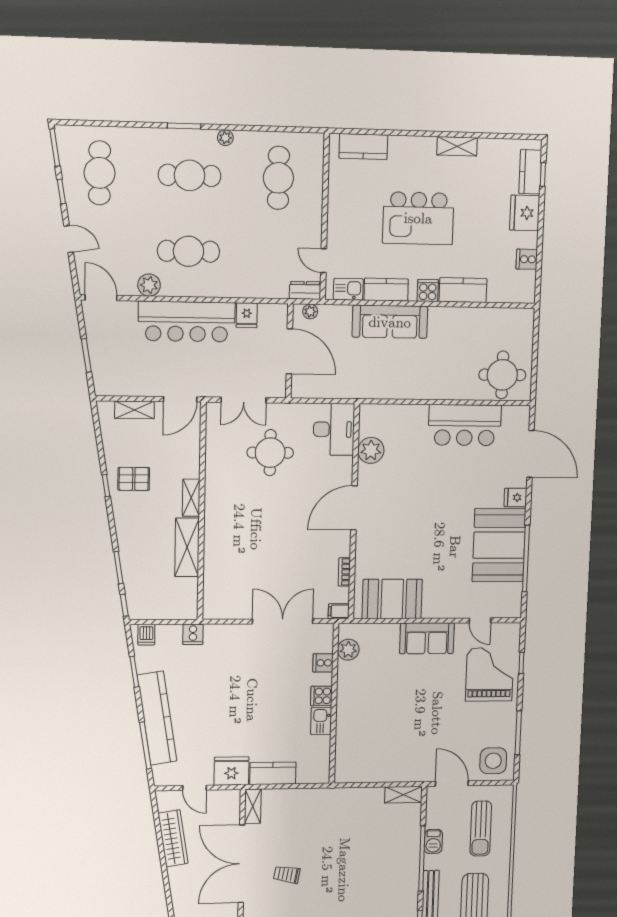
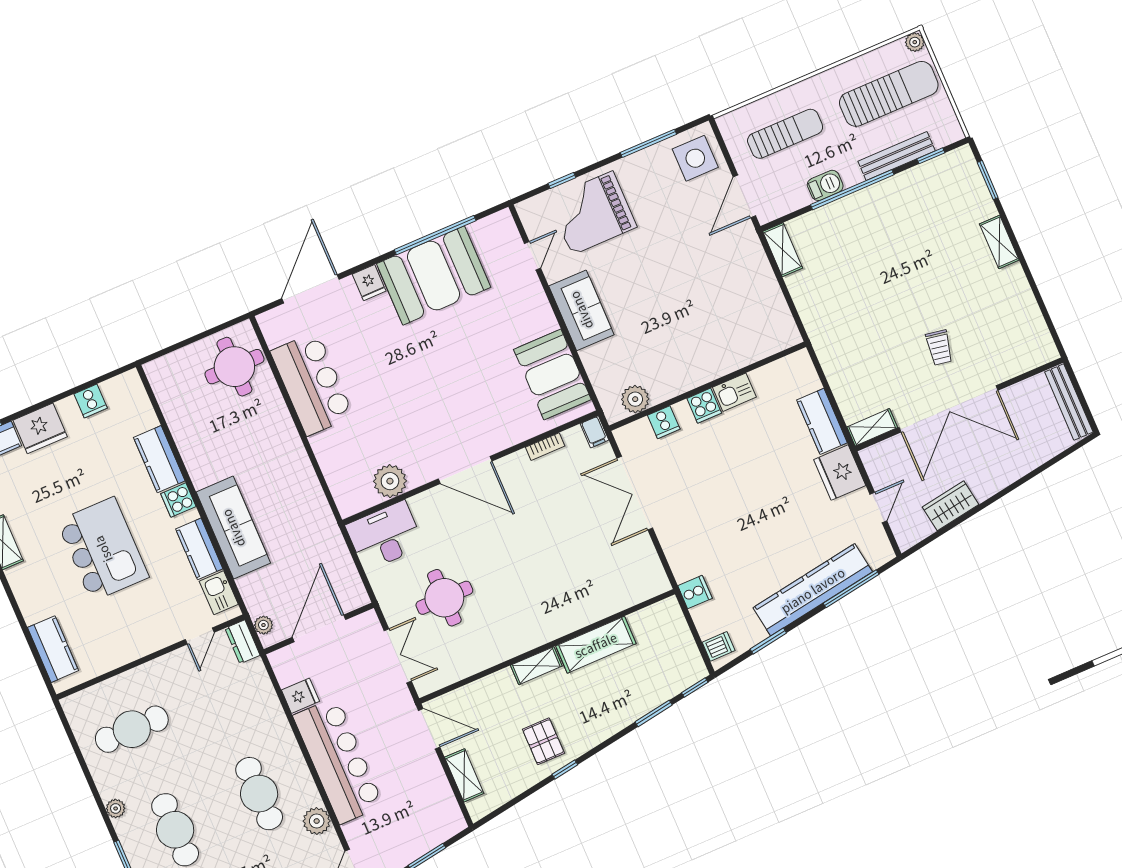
wardrobe: (173, 838) -> (951, 506), width x0.67

